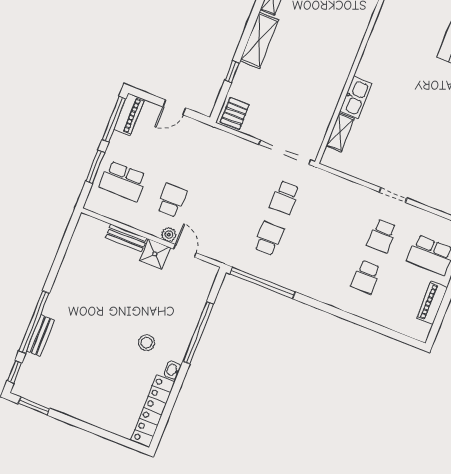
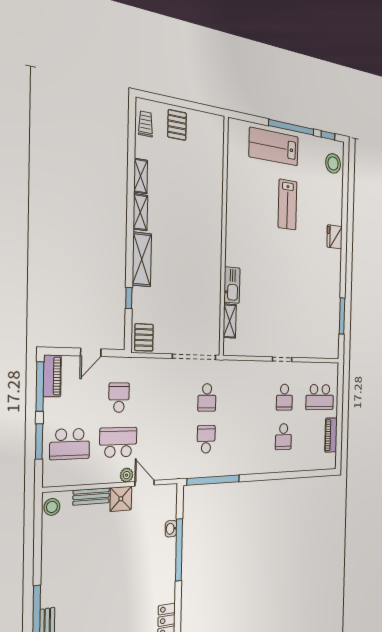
school desk: (188, 159) -> (119, 398), added
school desk: (172, 200) -> (118, 442), width x1.85
stool: (147, 343) -> (52, 507), moved
washbasin: (172, 370) -> (171, 529), moved

